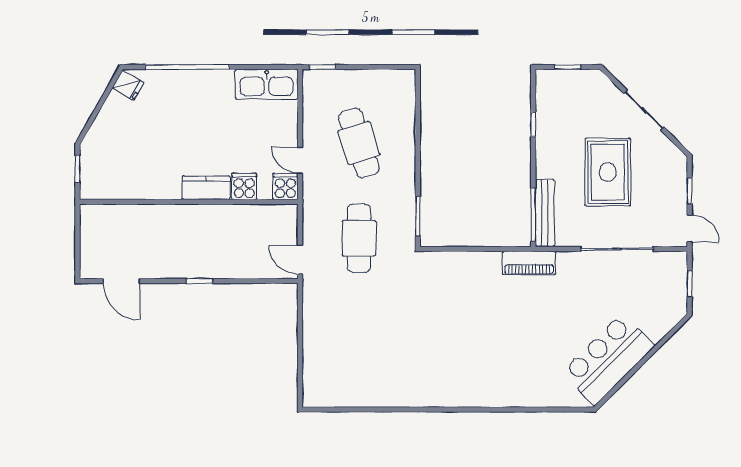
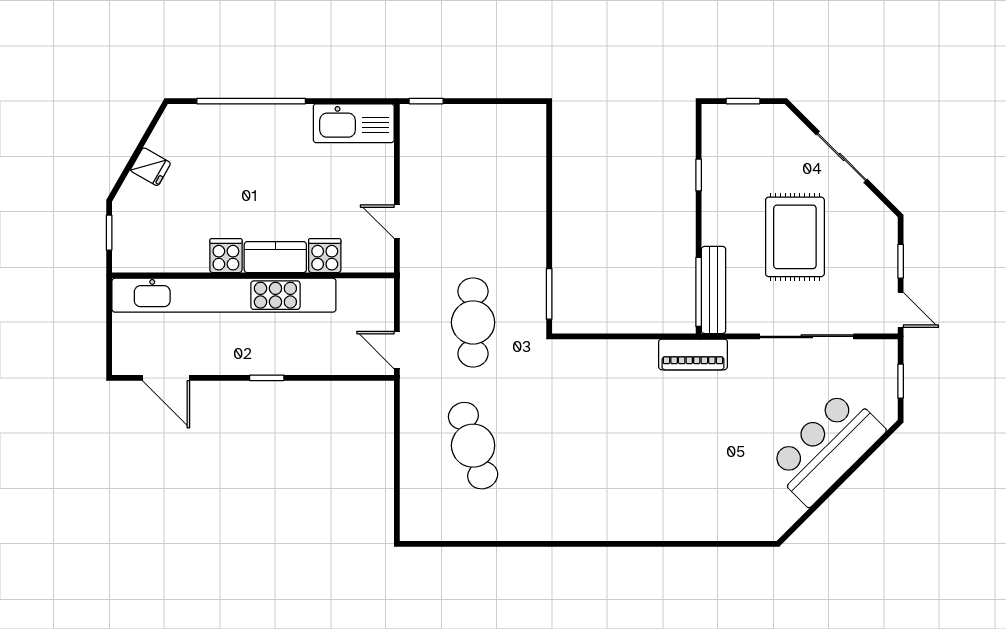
fridge: (128, 85) -> (150, 167), moved
cafe table: (359, 143) -> (473, 446), moved
cooker: (285, 187) -> (226, 256), moved
kitchen unit: (166, 217) -> (224, 295), added
bar counter: (608, 359) -> (826, 448), moved

